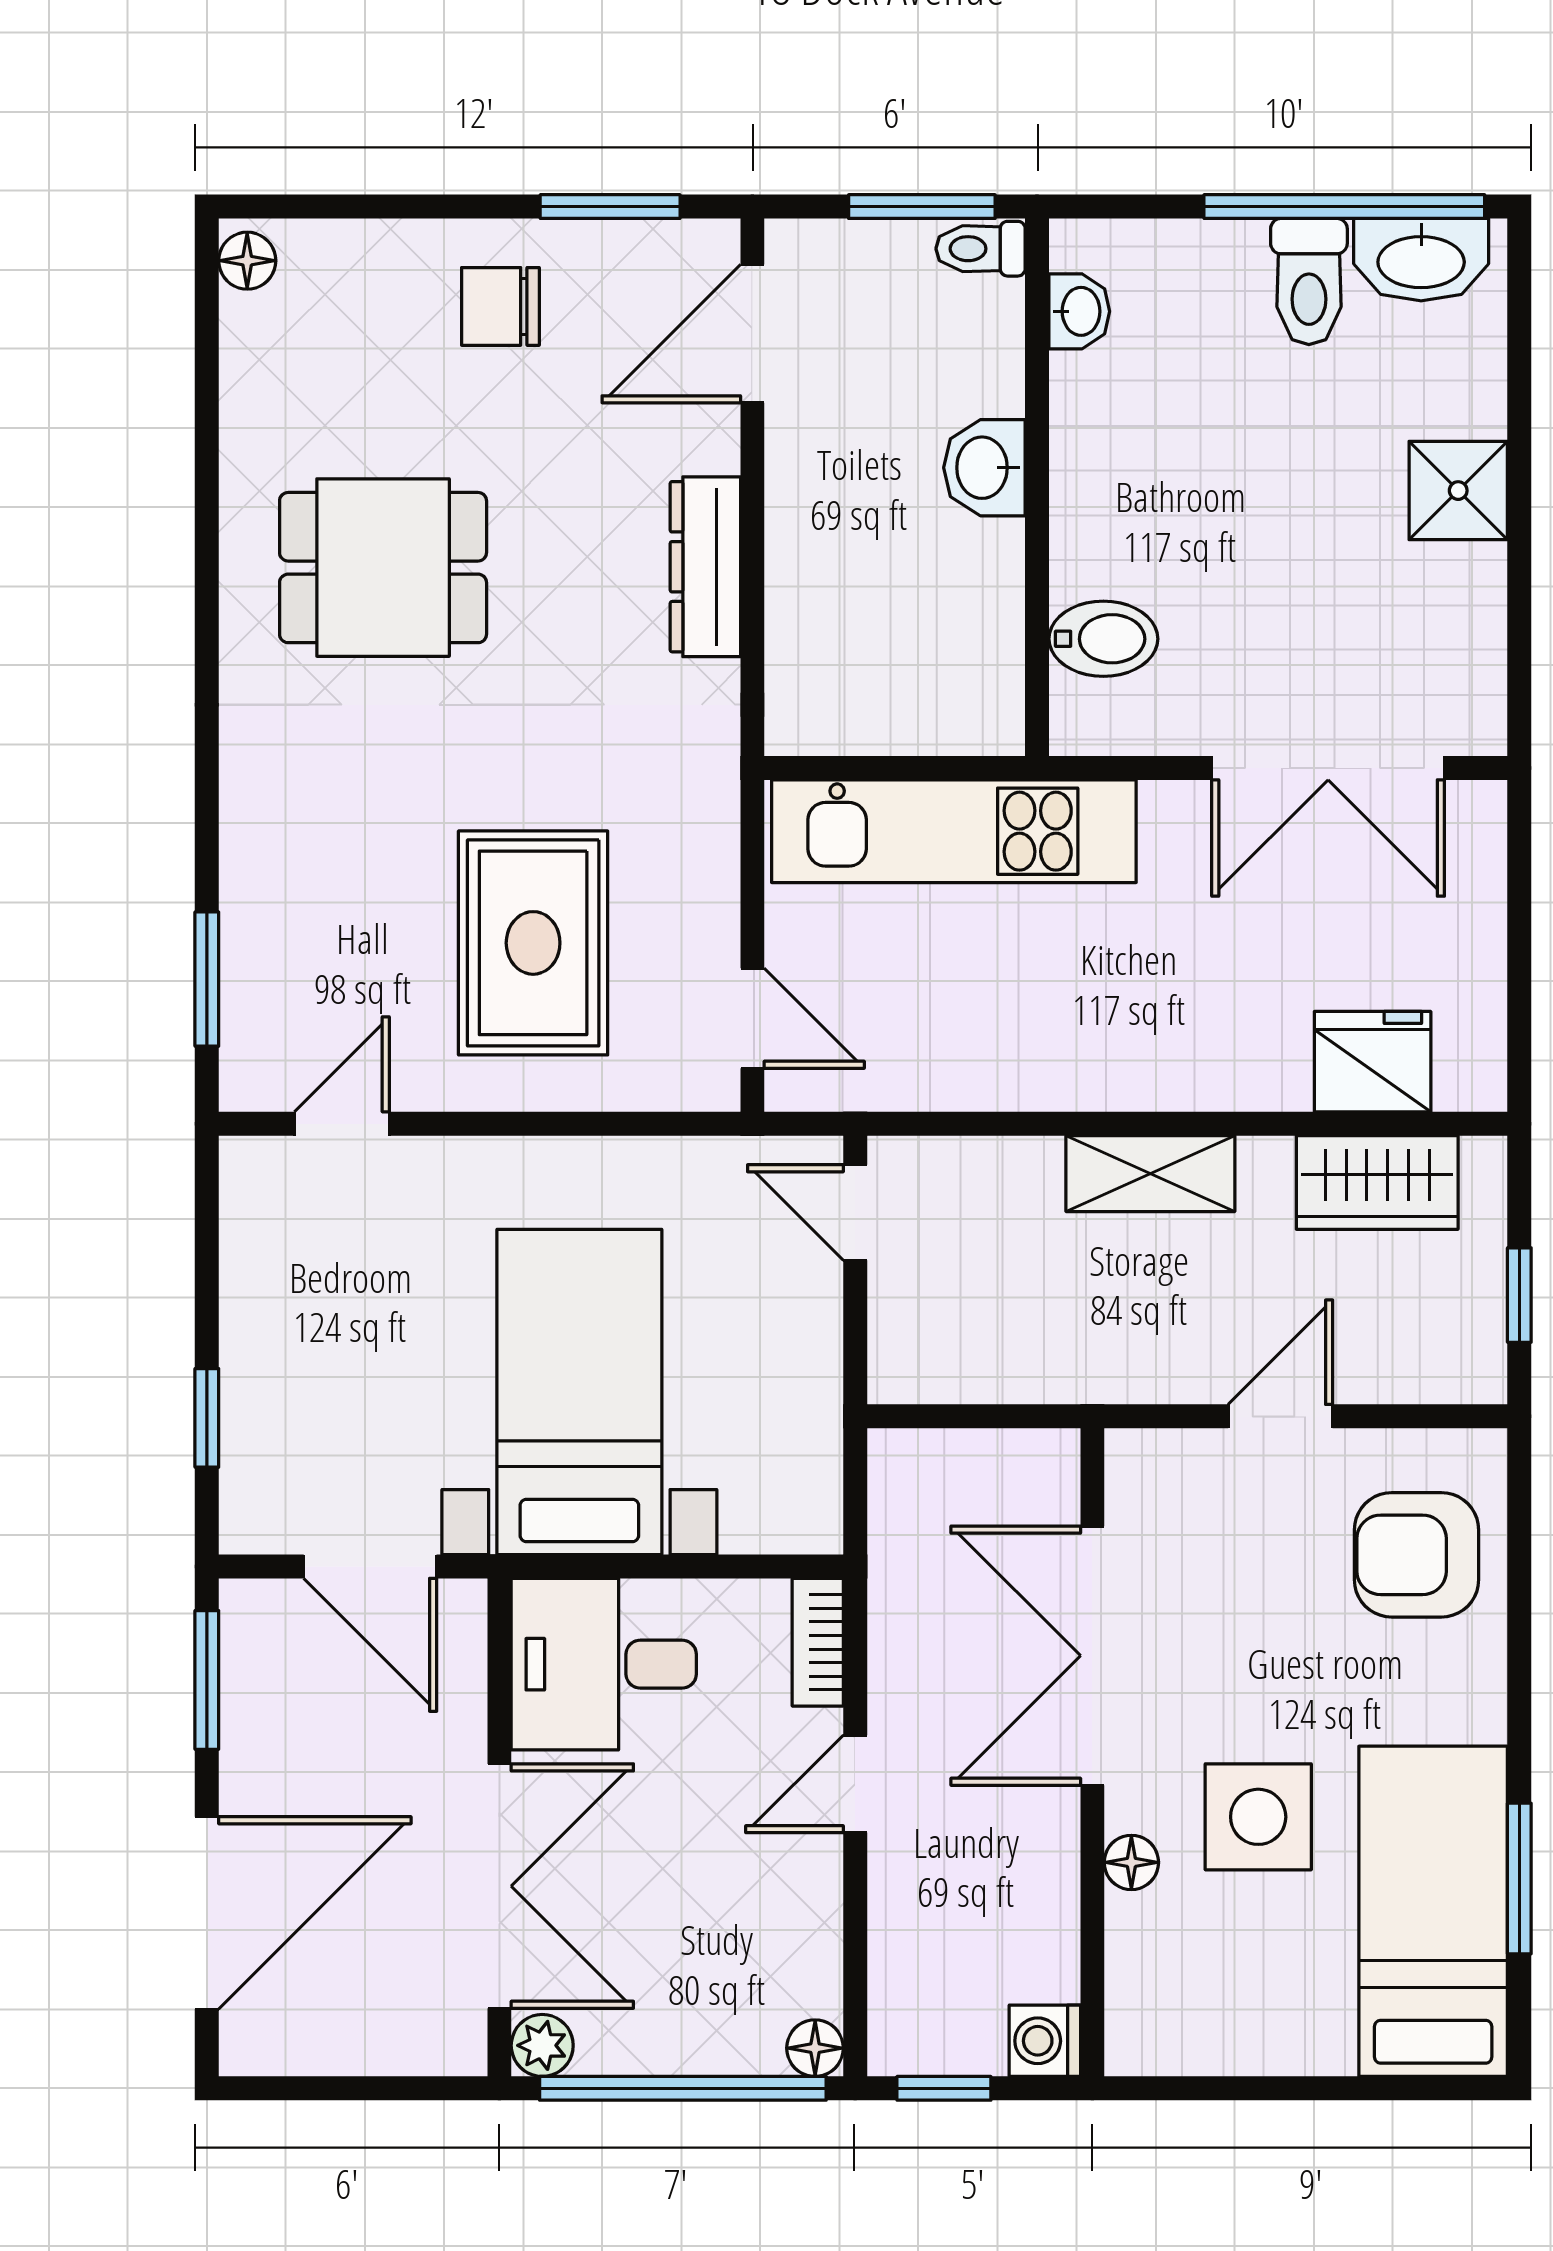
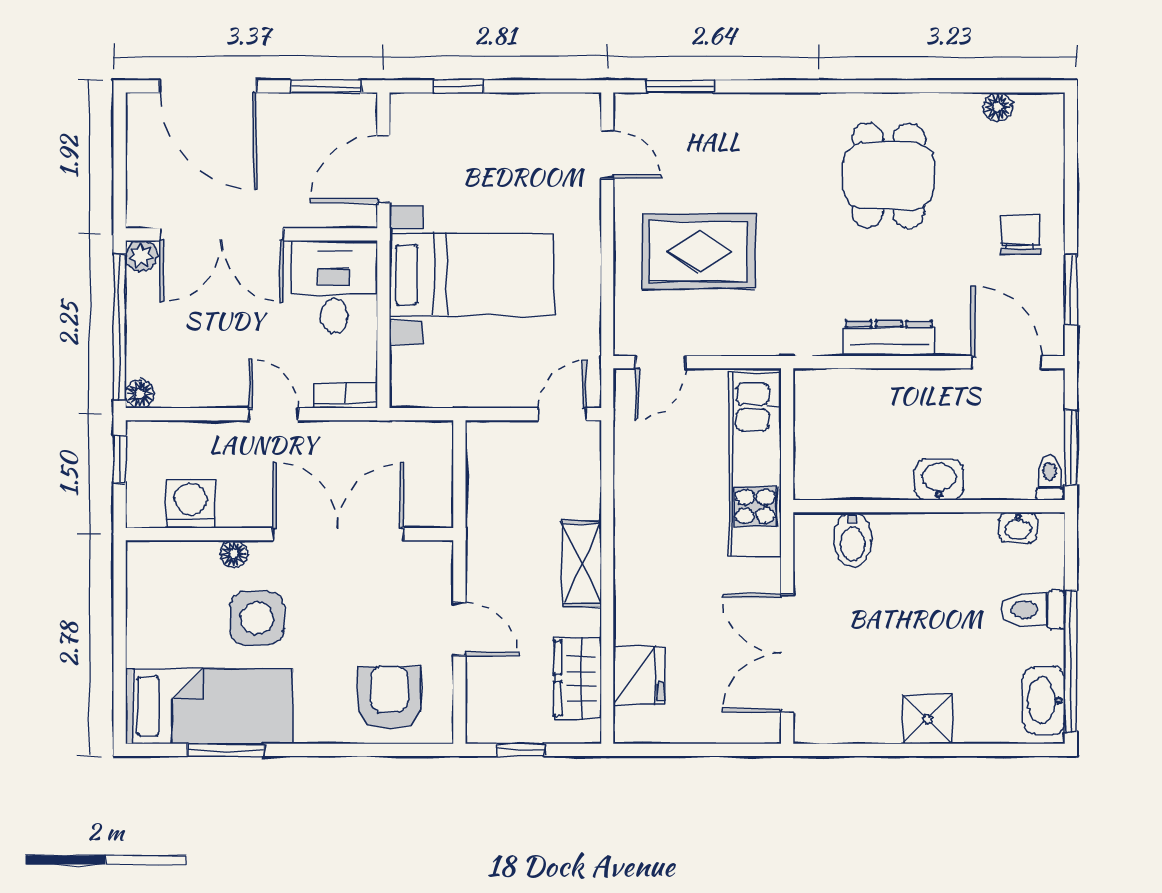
floor lamp: (247, 261) -> (998, 107), moved
toilet: (1309, 282) -> (1033, 610), moved
washing machine: (1045, 2041) -> (191, 503), moved, width x1.38, depth x1.38

